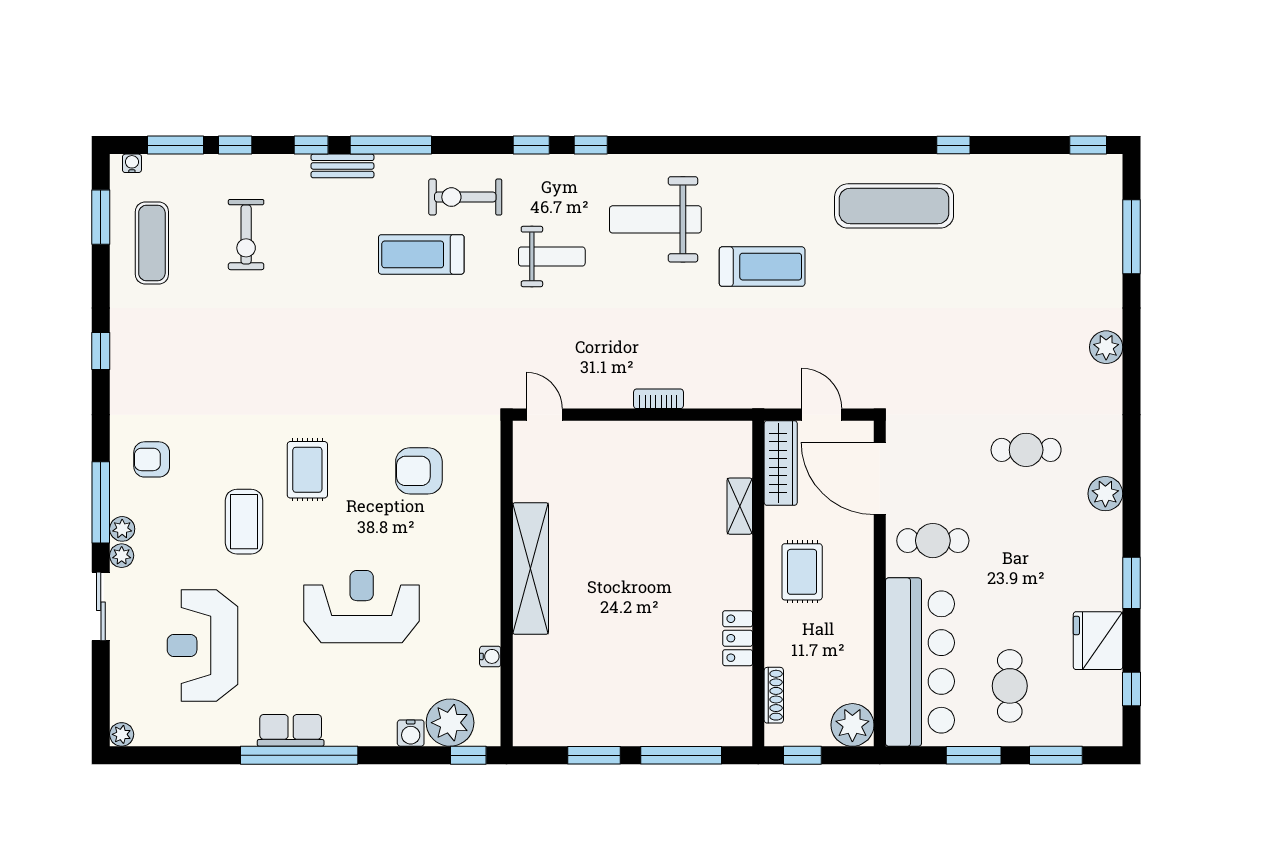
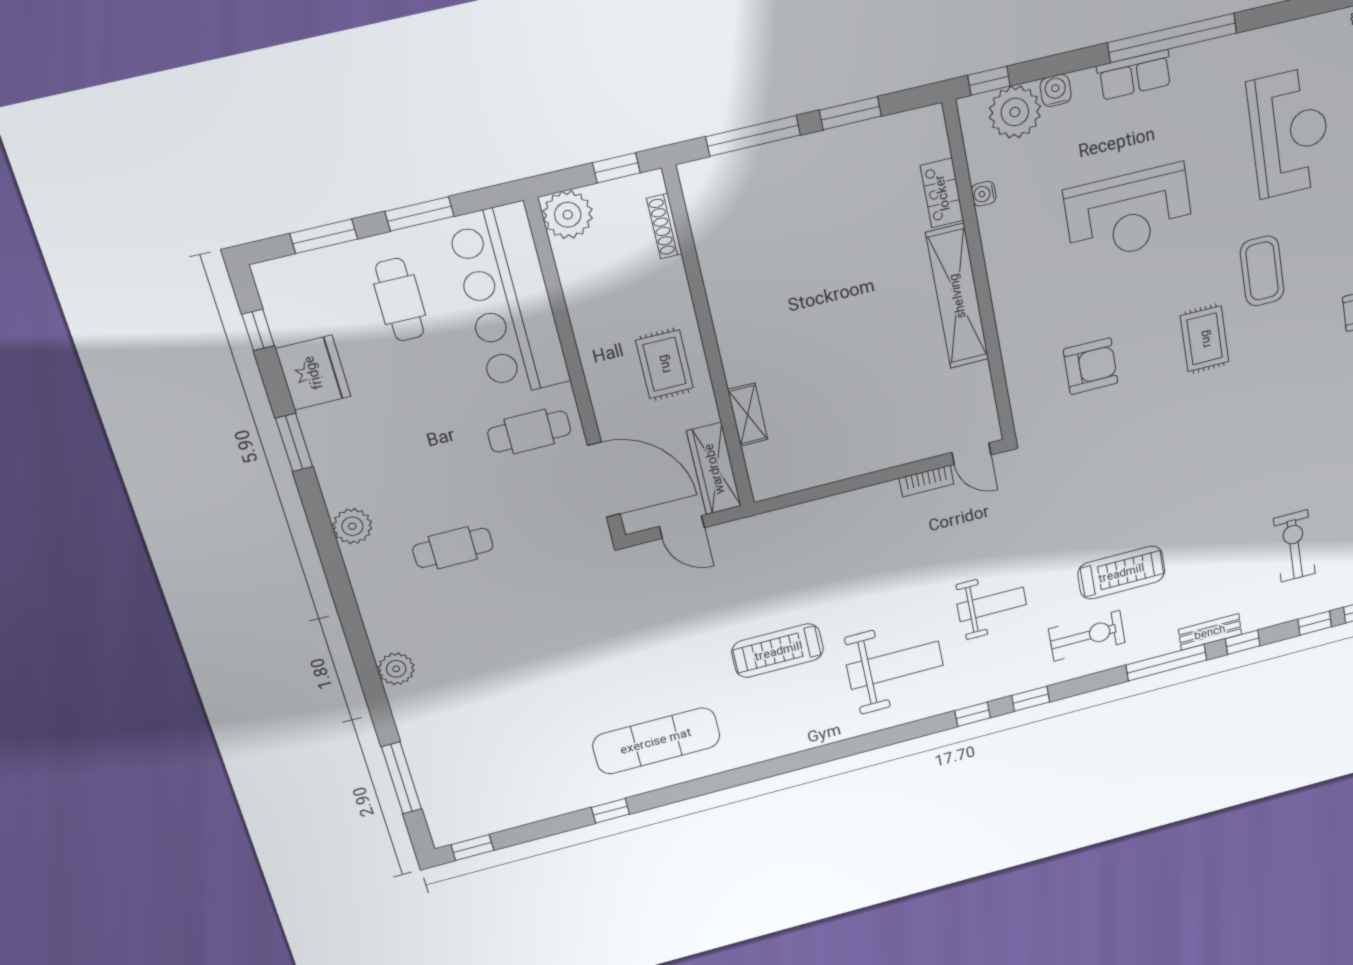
weight bench: (552, 256) -> (992, 604), turned 180
bookcase: (658, 399) -> (926, 481), moved
locker: (738, 638) -> (942, 193), moved, turned 180
row of seats: (291, 730) -> (1135, 75), moved

